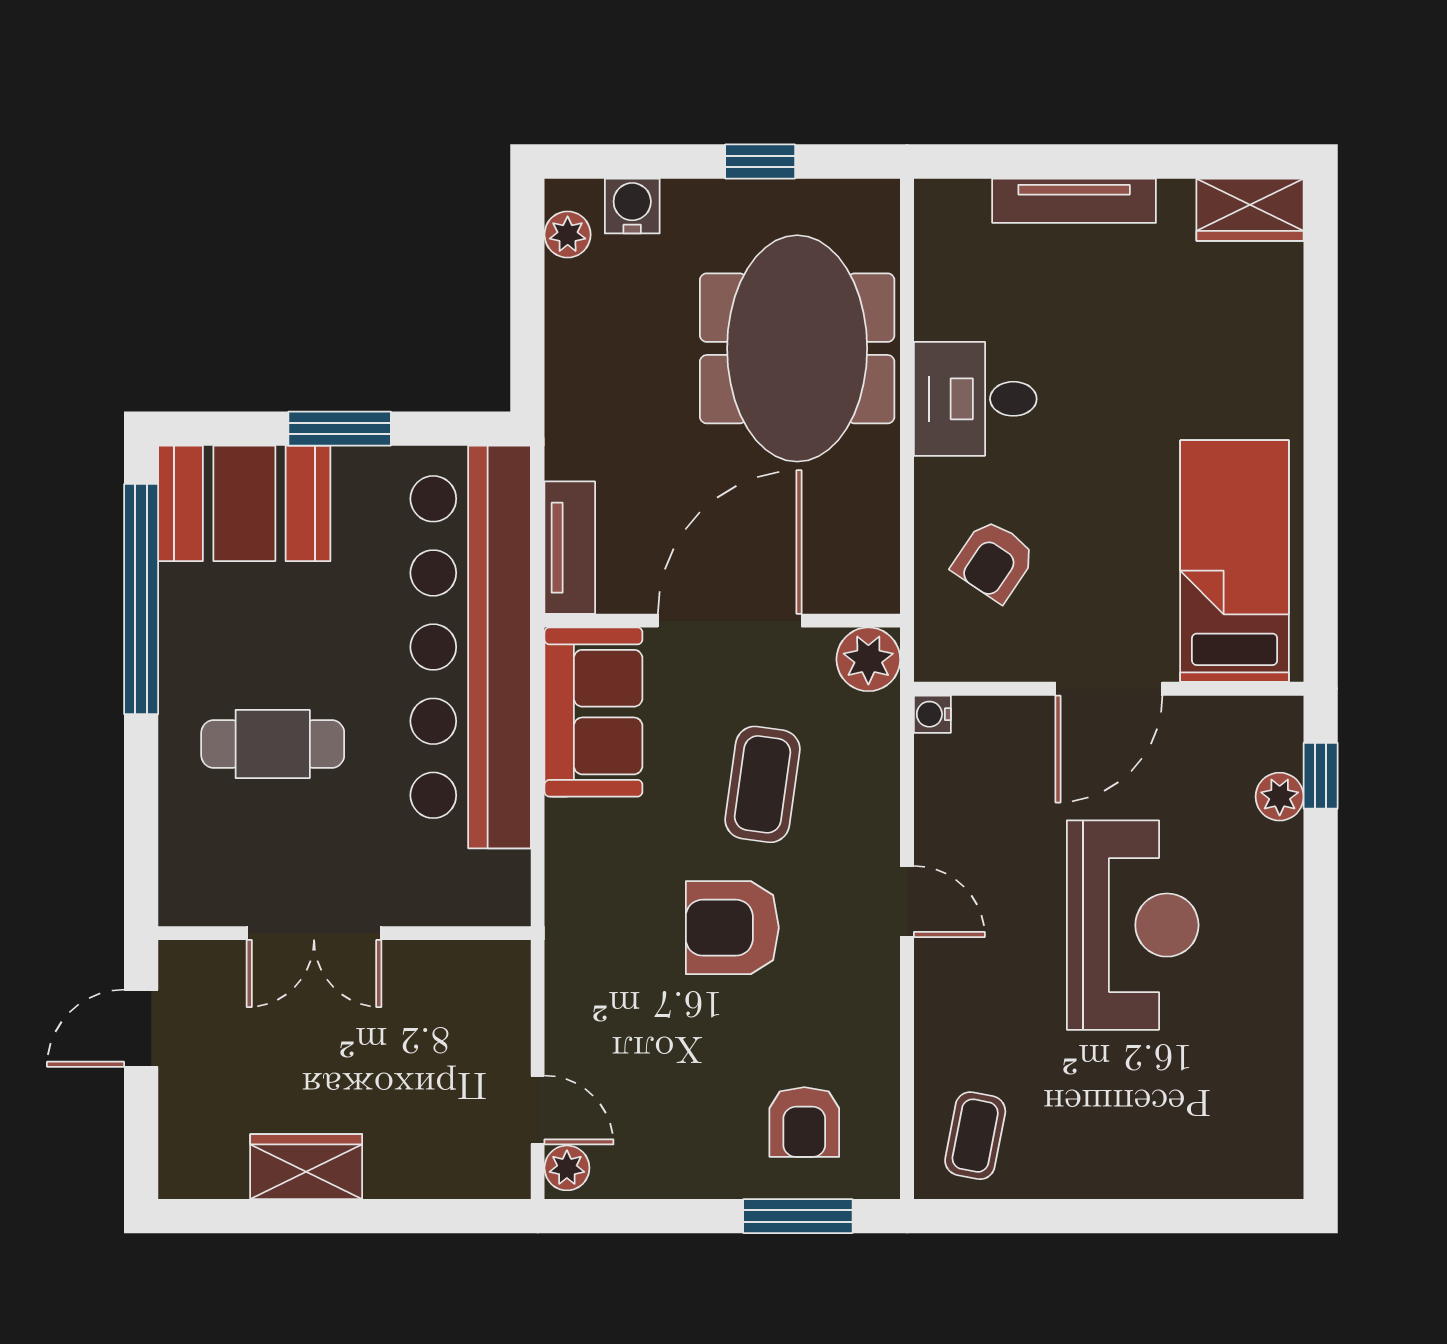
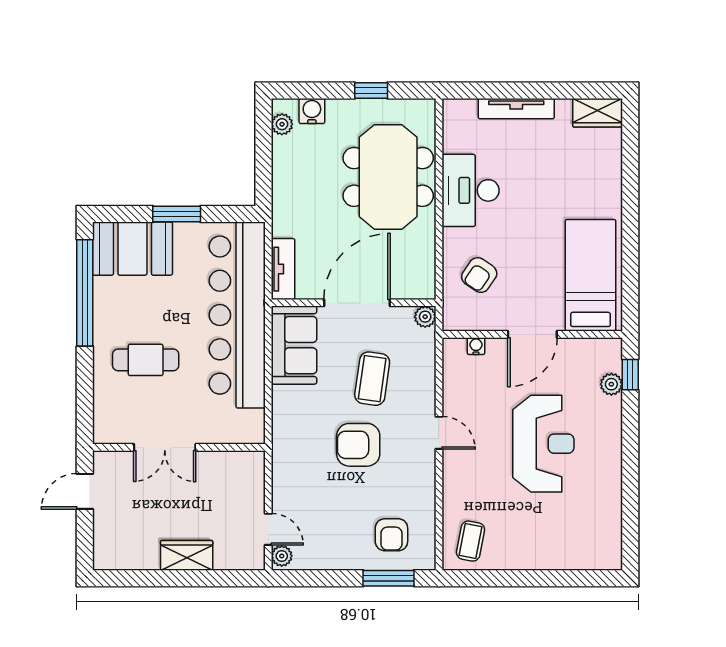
desk: (975, 399) -> (471, 190), width x1.37
plant: (868, 659) -> (425, 317), width x0.73, depth x0.73
water cooler: (932, 714) -> (476, 346), moved, turned 90
wardrobe: (306, 1167) -> (187, 555), moved

